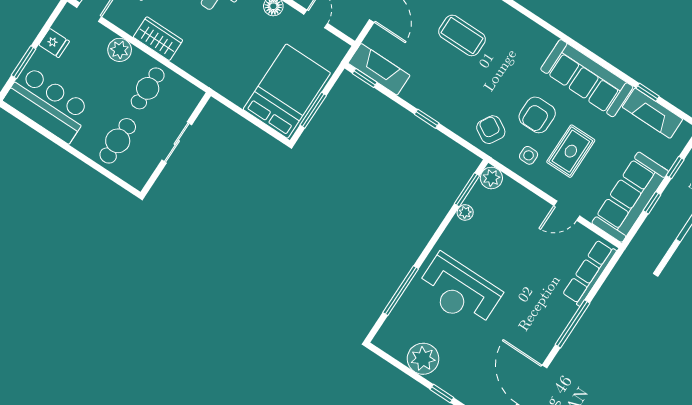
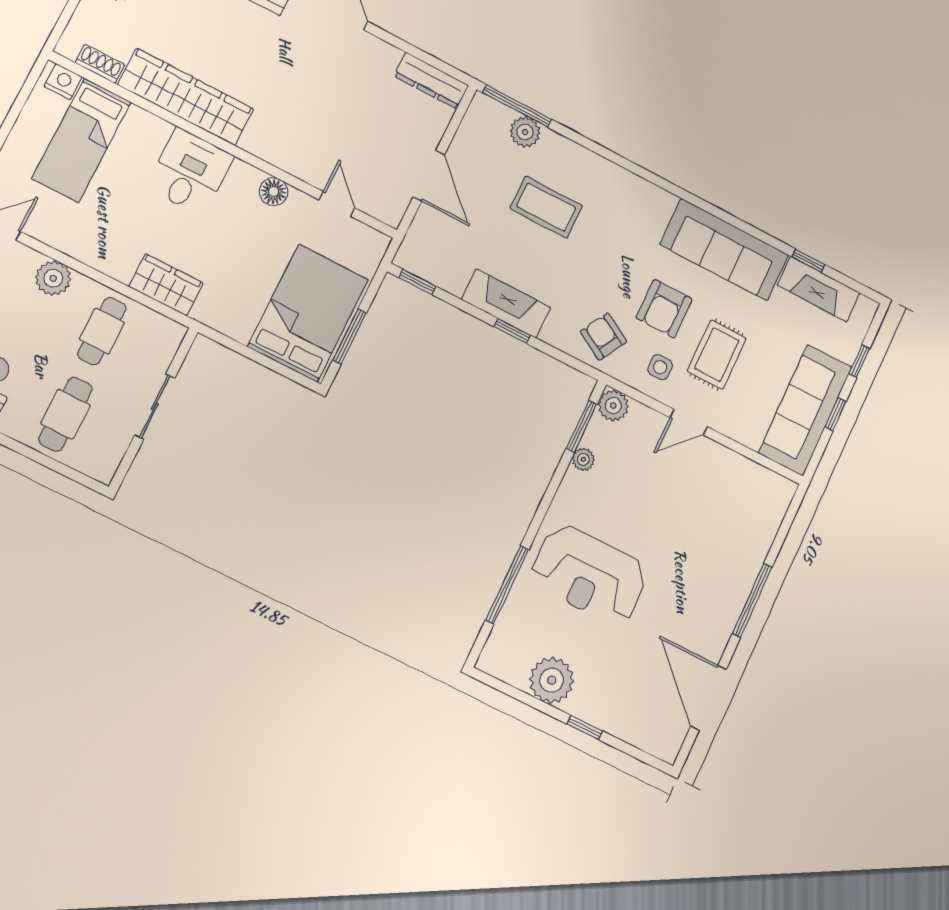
wardrobe: (158, 39) -> (166, 285), moved
fireplace: (379, 69) -> (506, 303), moved
door: (567, 211) -> (689, 422), moved
row of seats: (589, 273) -> (765, 524), removed

